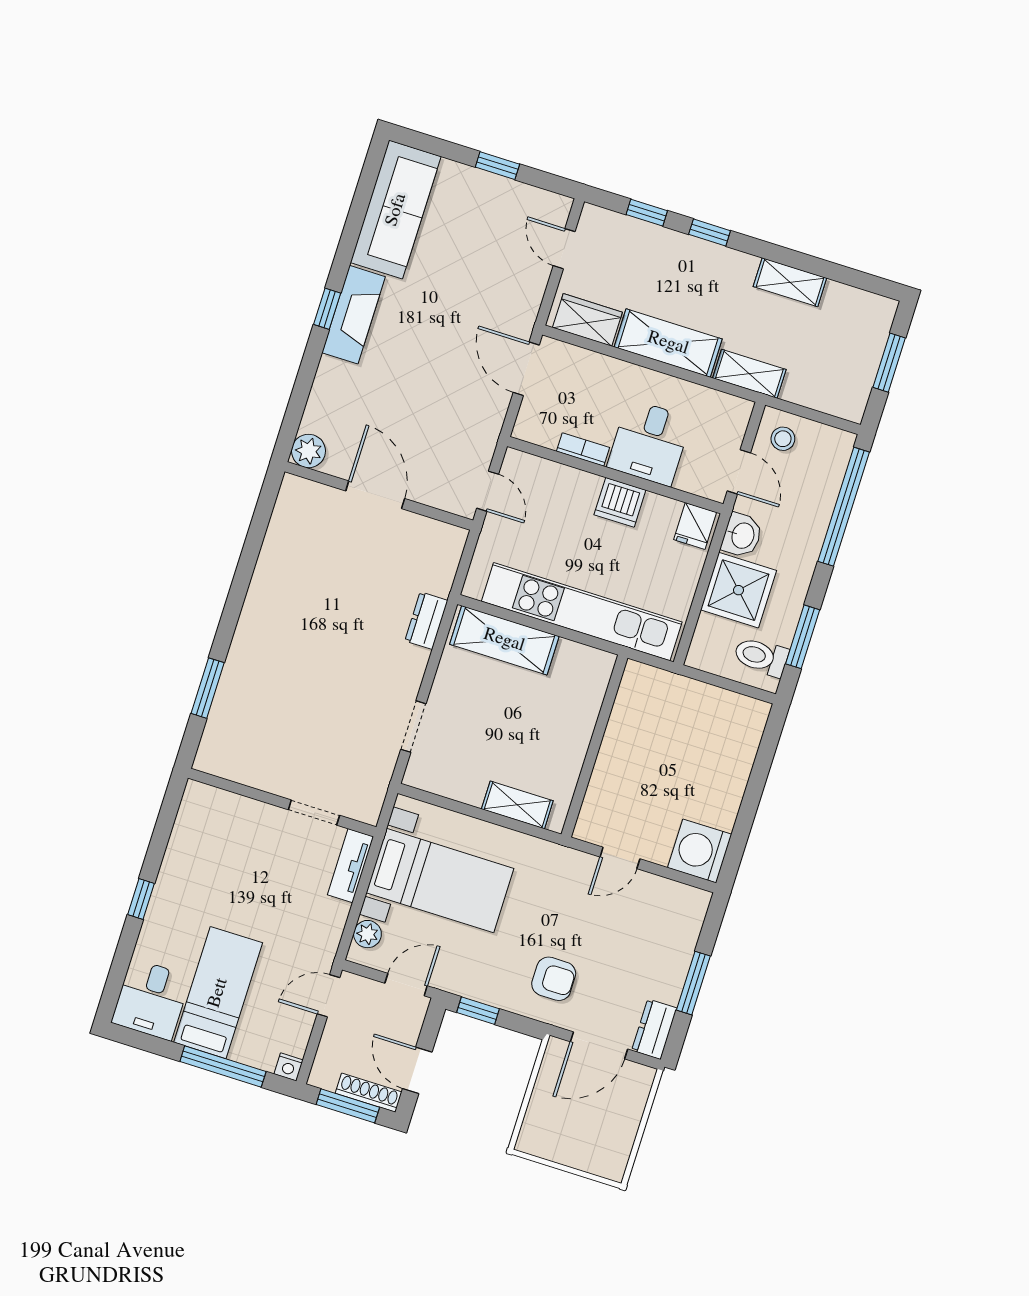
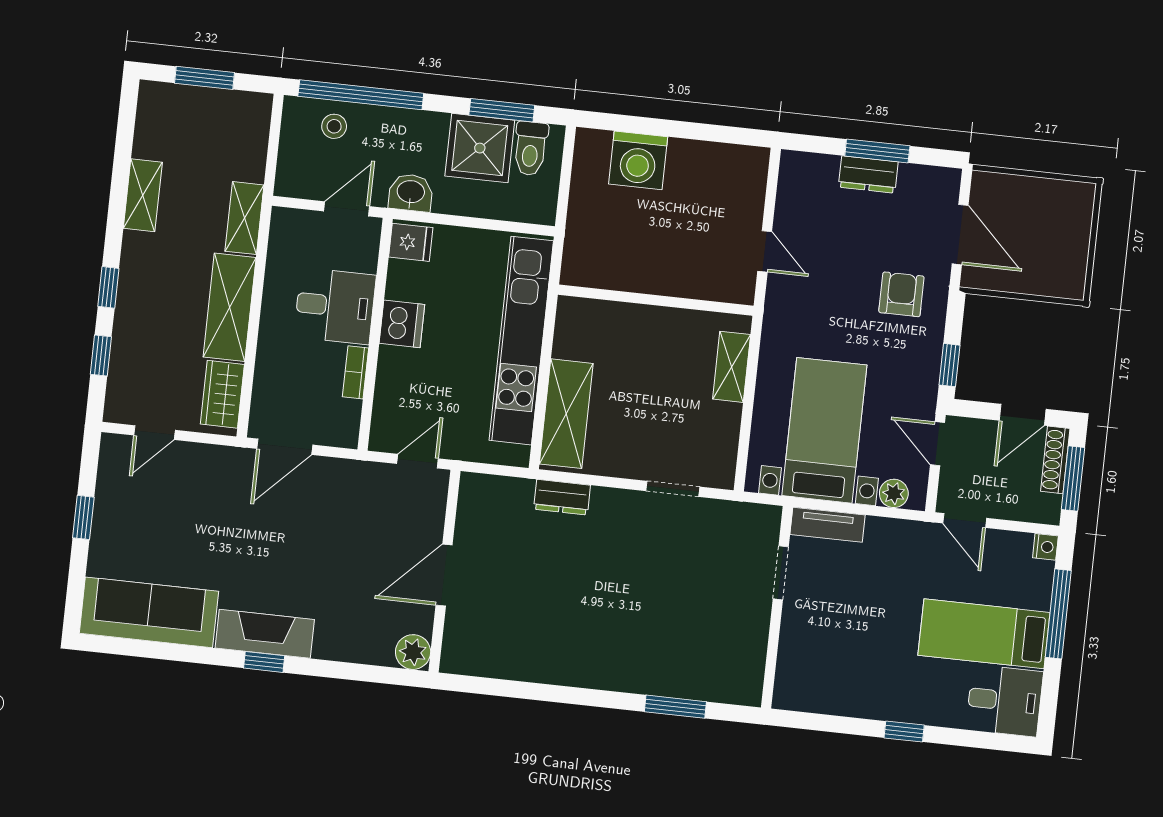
stool: (783, 439) -> (334, 126), moved
shower: (738, 590) -> (480, 148), moved
washing machine: (700, 851) -> (638, 160), moved
dresser: (654, 1029) -> (868, 174), moved

